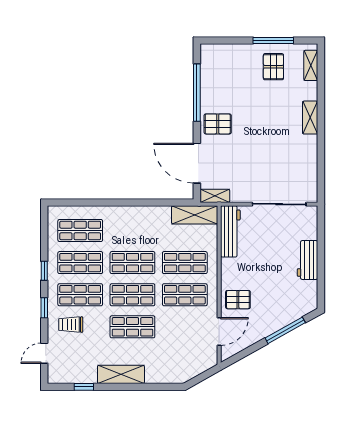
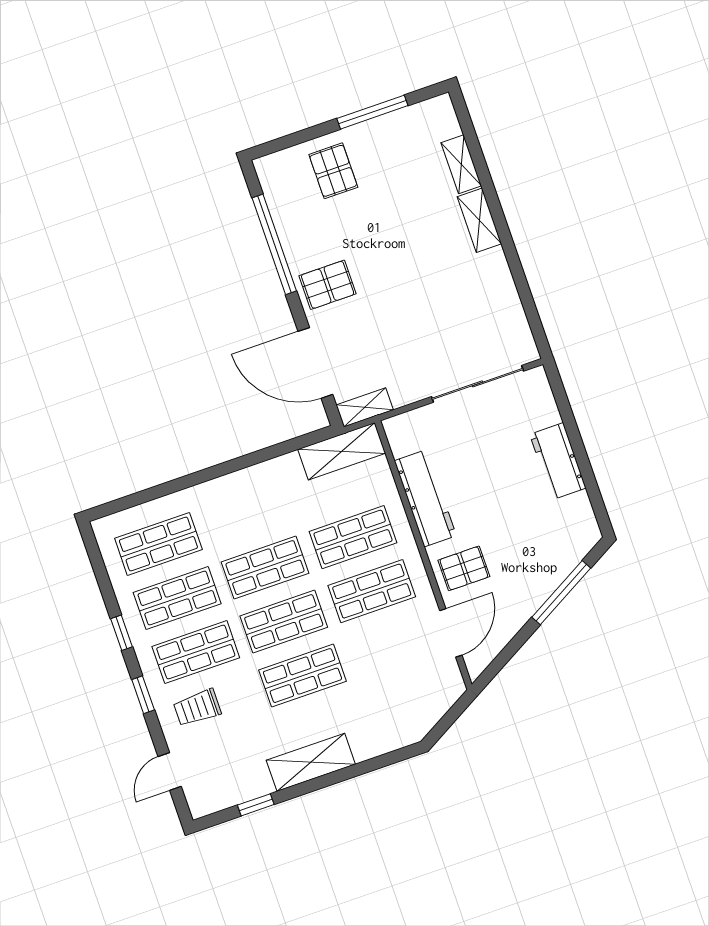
shelving: (311, 65) -> (461, 164), moved
pallet: (273, 67) -> (333, 171), moved
workbench: (230, 231) -> (425, 498), moved

